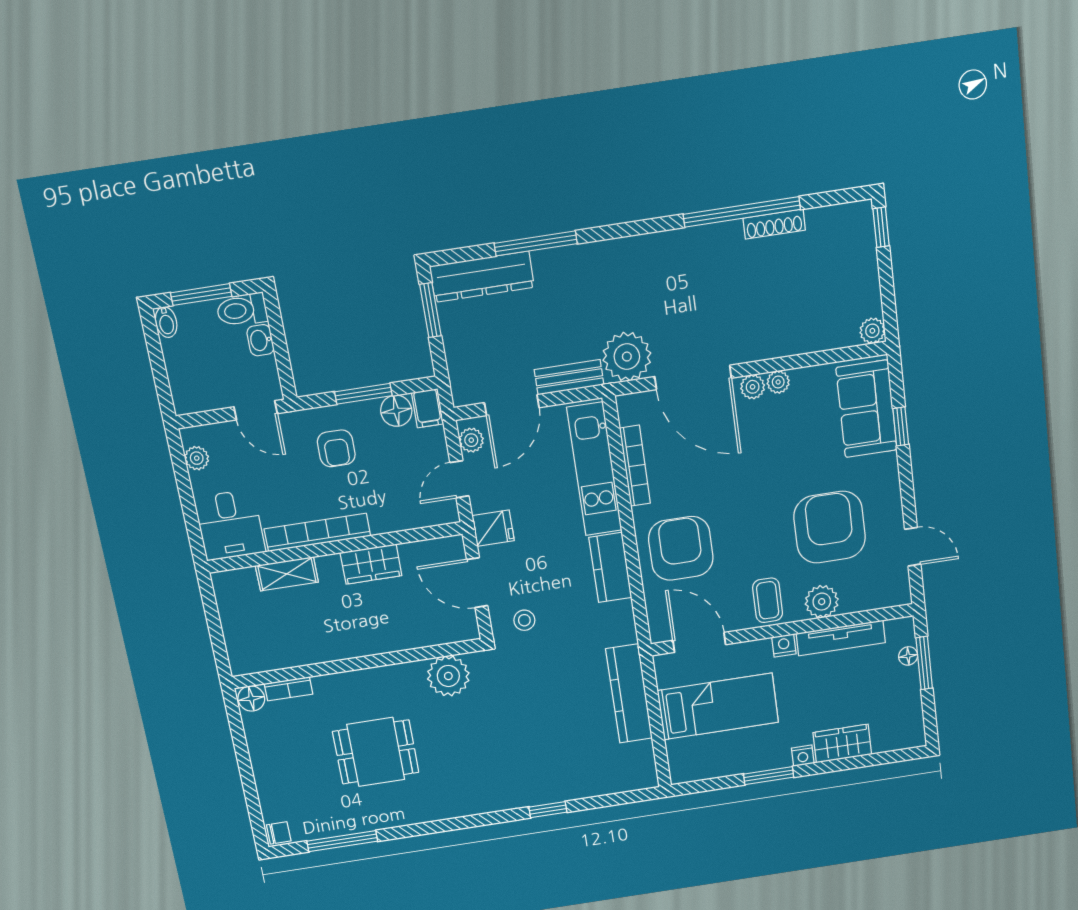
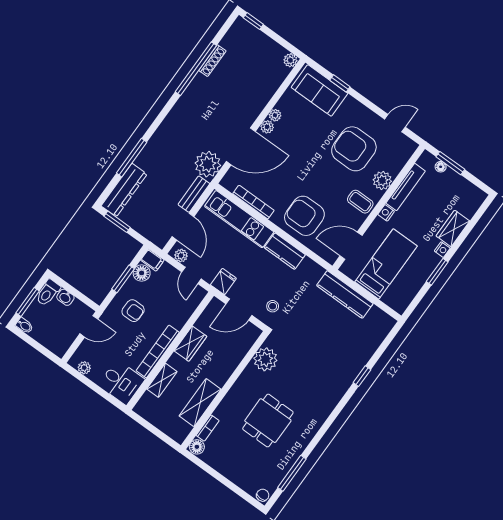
shelving: (310, 649) -> (200, 403), added

